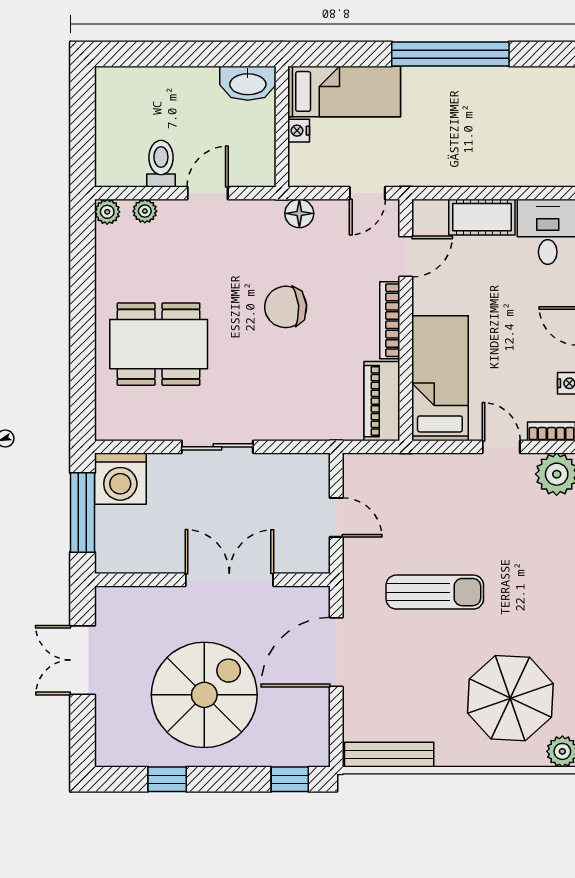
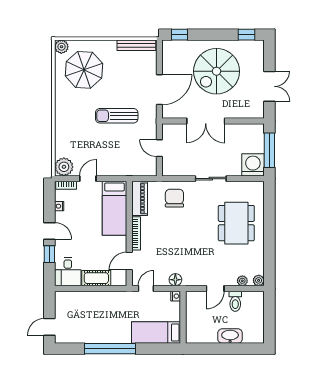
washbasin: (248, 83) -> (230, 336), moved
nightstand: (299, 131) -> (176, 296), moved
chair: (286, 307) -> (174, 198), moved, turned -85
dining table: (159, 344) -> (236, 223), turned 90
door: (501, 447) -> (88, 179), swing flipped
window: (167, 779) -> (247, 35), moved

